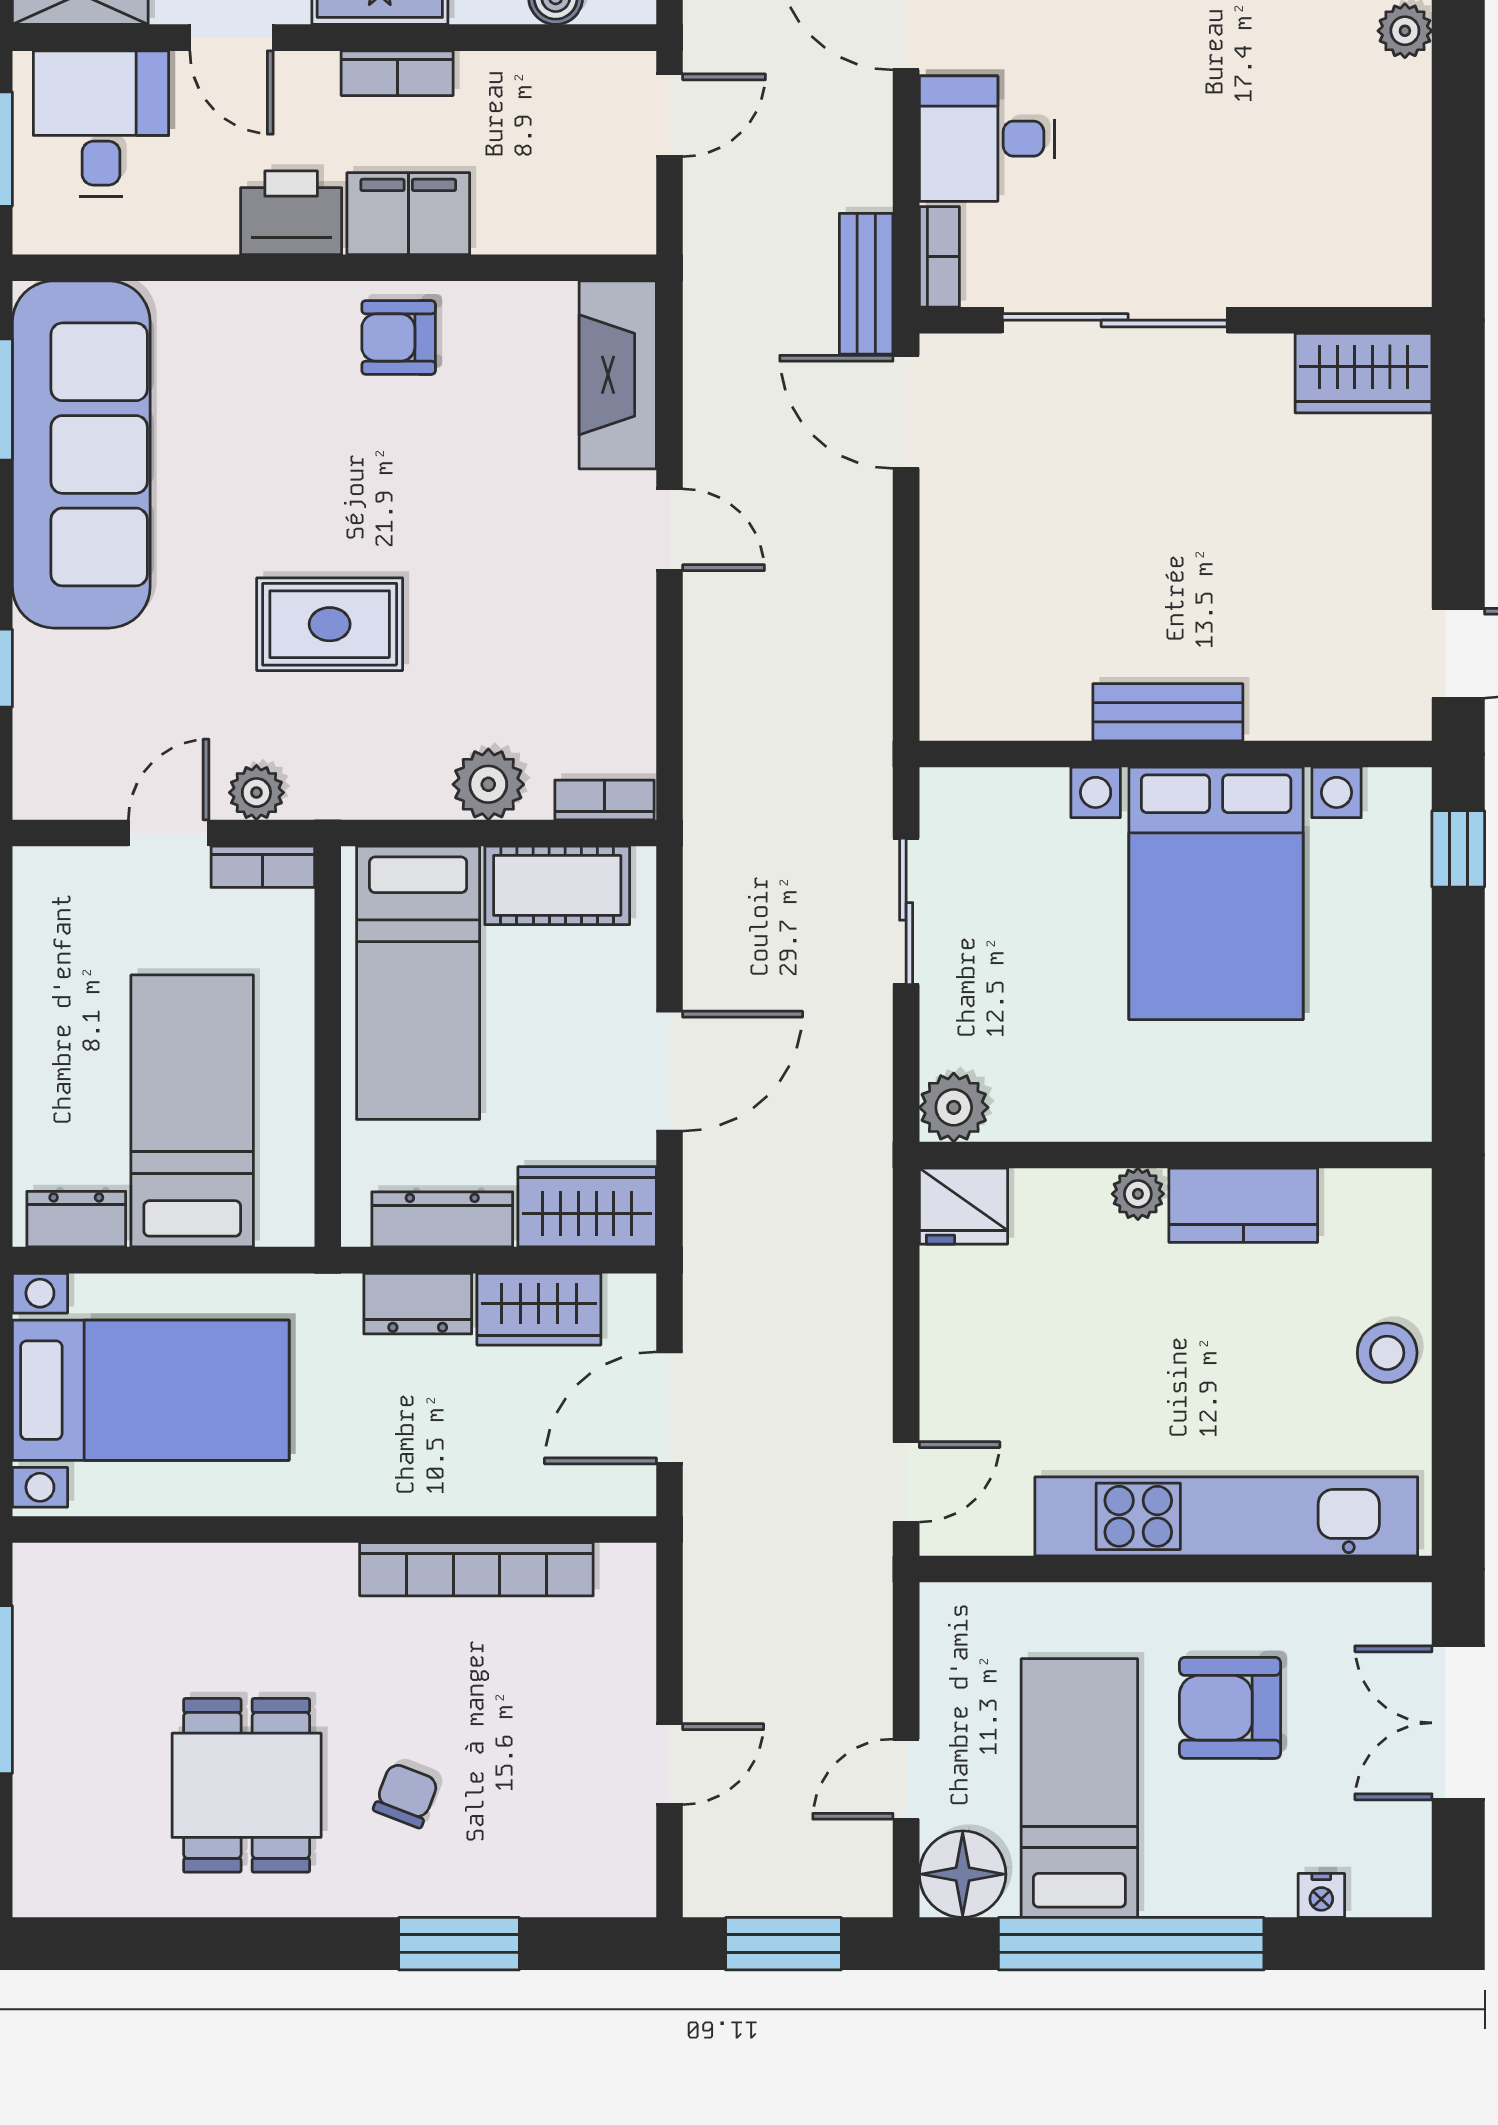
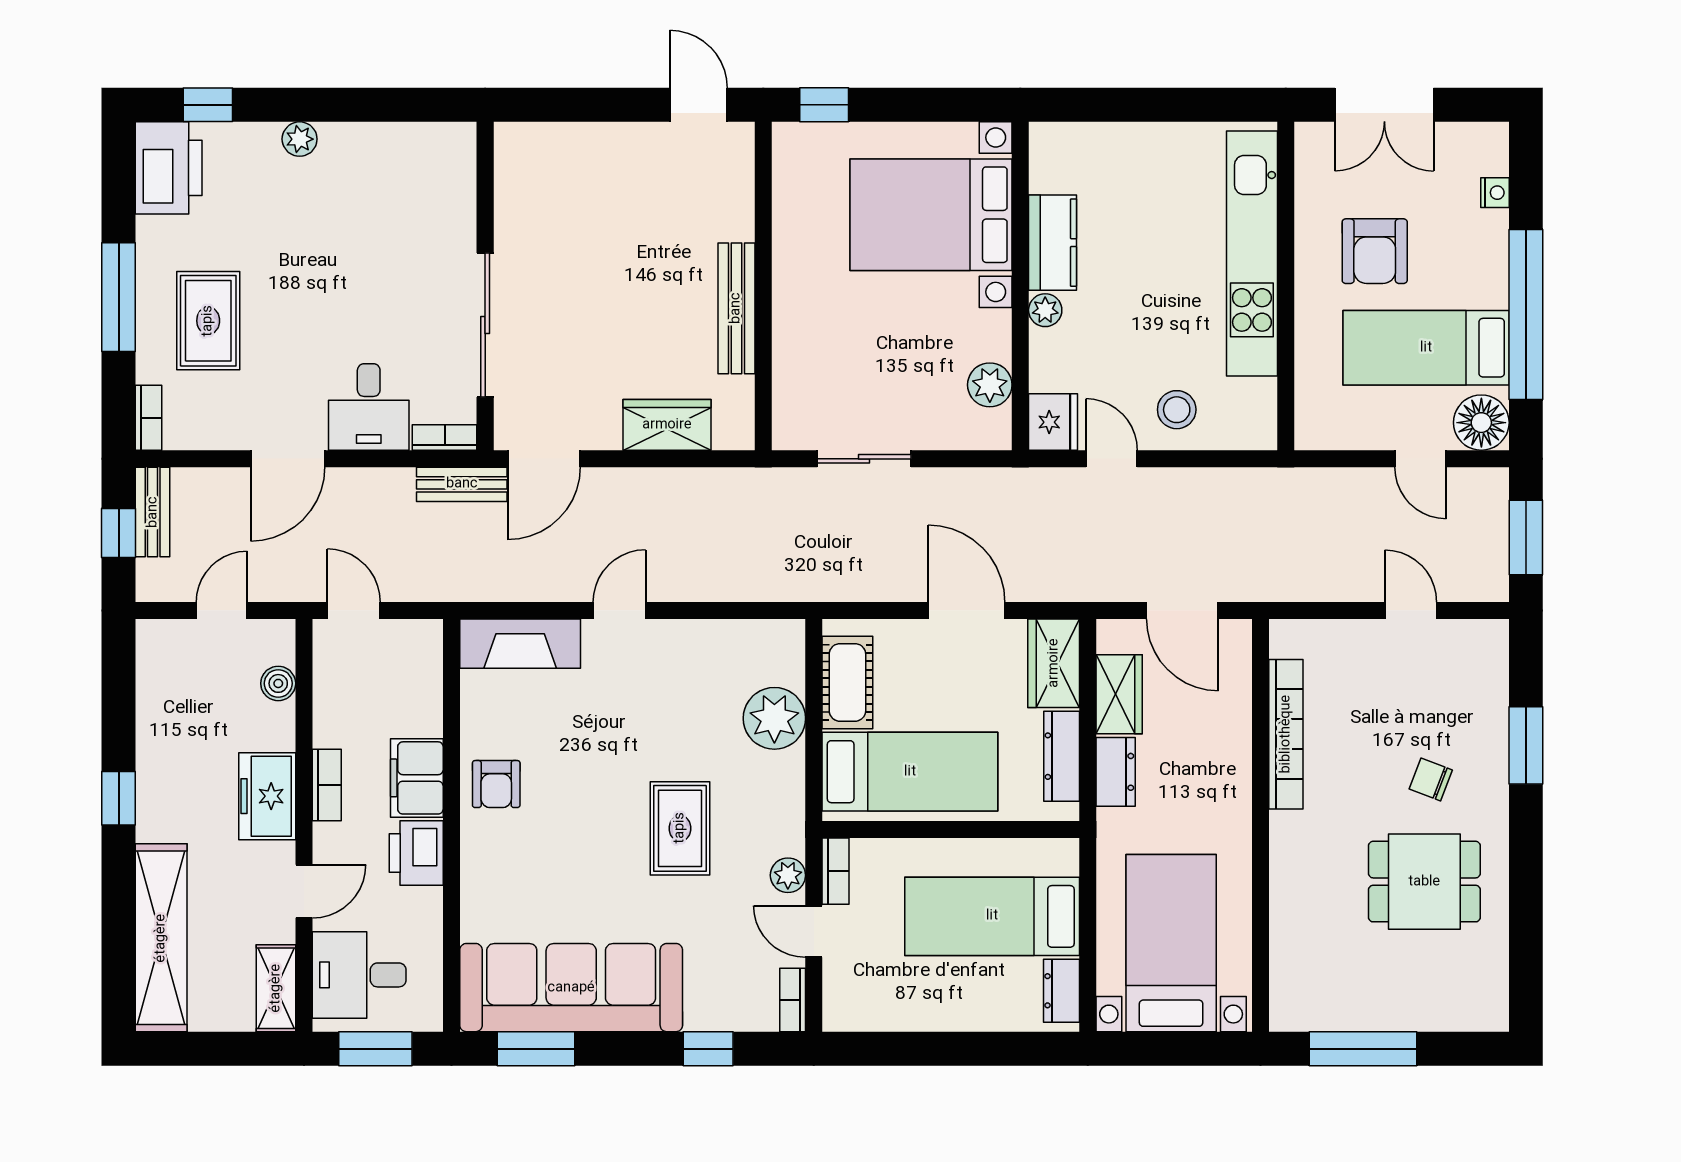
wardrobe: (1364, 373) -> (667, 425), moved, turned -90
bench: (1168, 712) -> (736, 308), width x1.36
plant: (488, 784) -> (774, 718), width x1.36, depth x1.36
bookcase: (605, 800) -> (793, 1000), moved
bed with nightstands: (1216, 893) -> (931, 215), moved, turned 180
plant: (954, 1107) -> (990, 385), moved
stool: (1387, 1353) -> (1177, 410), moved
door: (906, 1482) -> (1112, 459), moved

